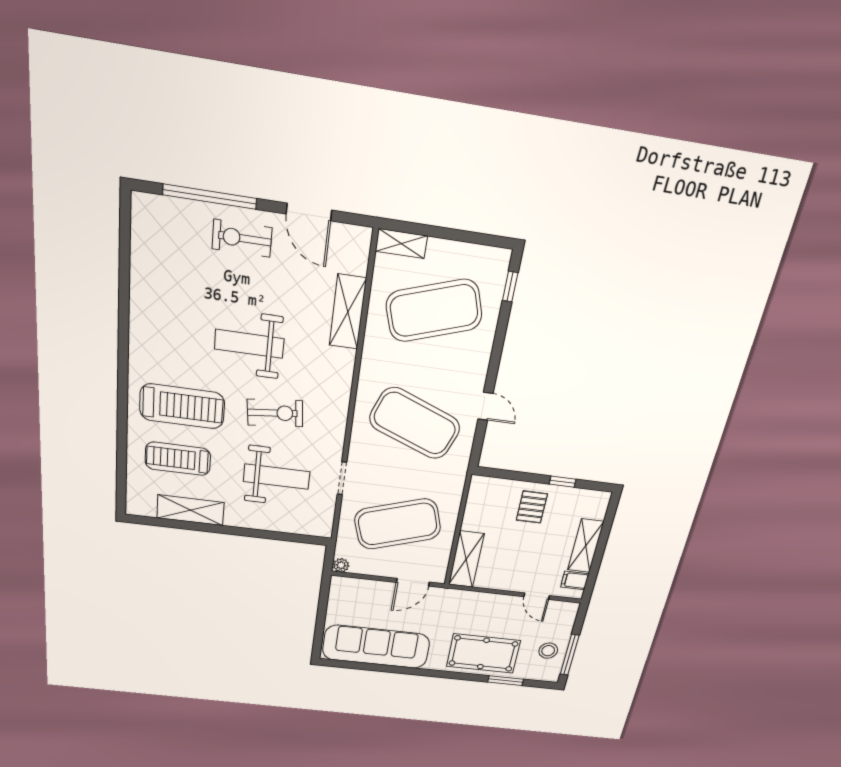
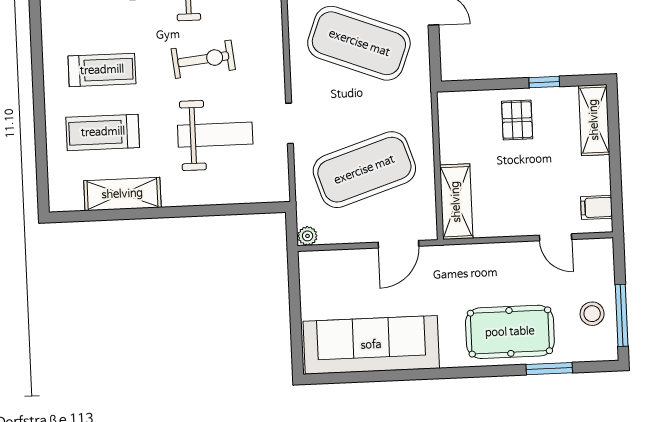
treadmill: (182, 406) -> (102, 70), width x0.73, depth x0.73
shelving: (586, 546) -> (594, 120), moved

